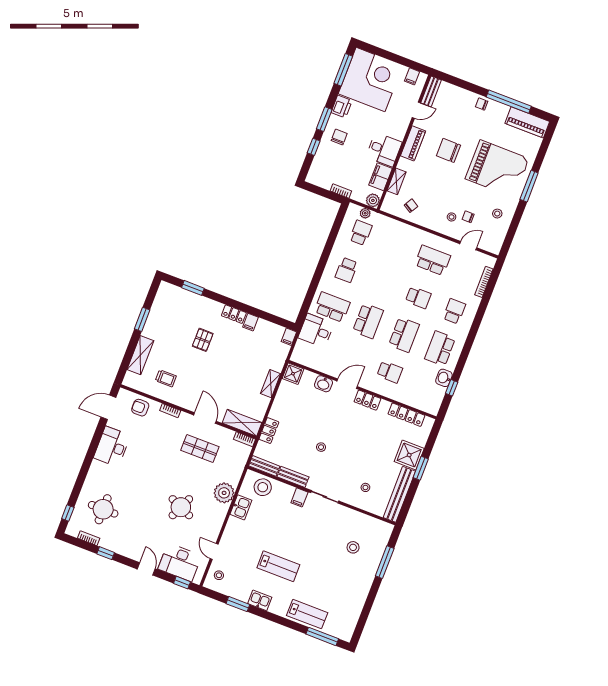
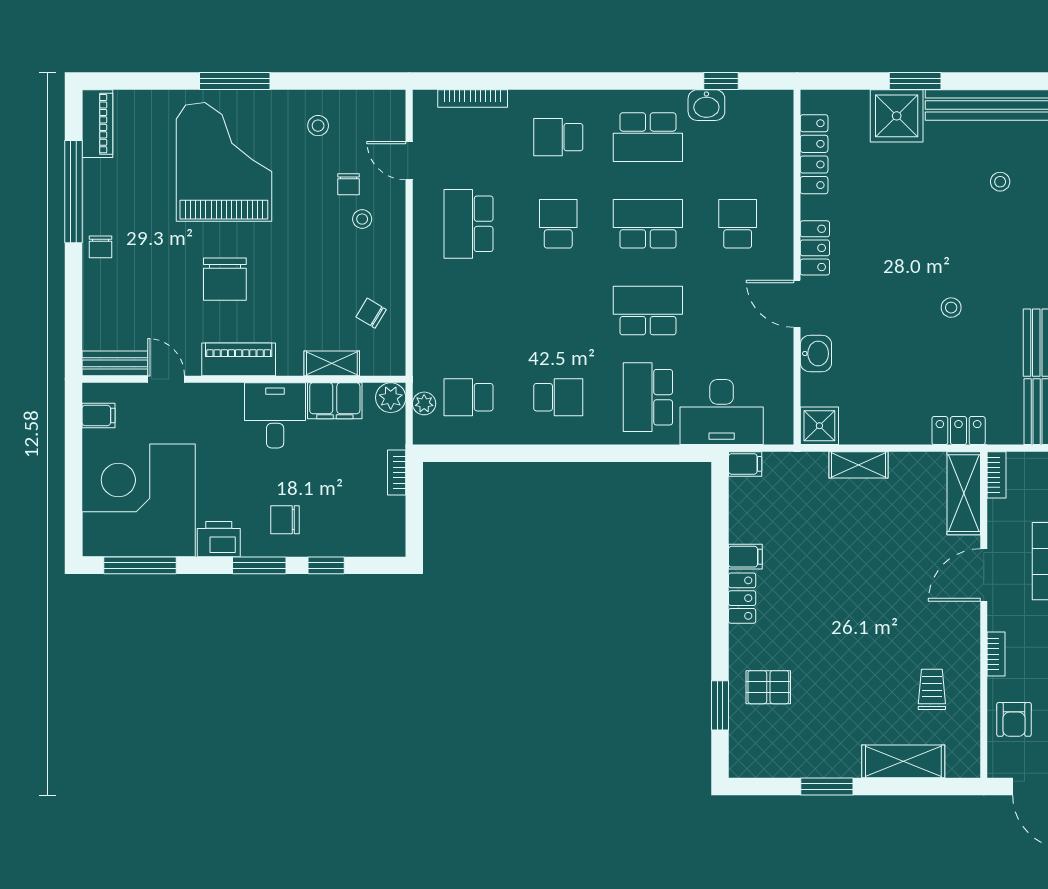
piano: (527, 122) -> (97, 124), width x0.73, depth x0.75
desk: (316, 331) -> (722, 412), width x1.37
pallet: (203, 340) -> (768, 687), moved

